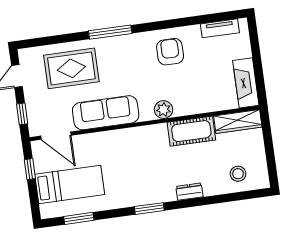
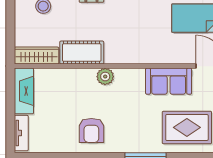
tv unit: (220, 28) -> (21, 133), moved, turned 90
sofa: (106, 113) -> (169, 81), width x0.73

